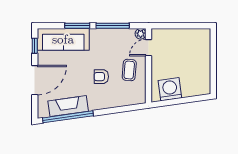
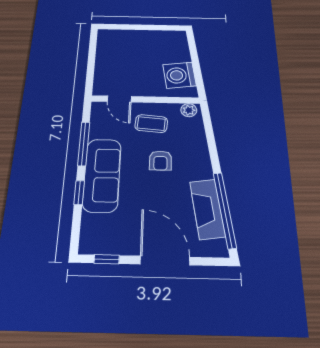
window: (77, 26) -> (79, 193), width x0.67
plant: (141, 34) -> (189, 110), moved
sofa: (63, 39) -> (102, 175), moved

